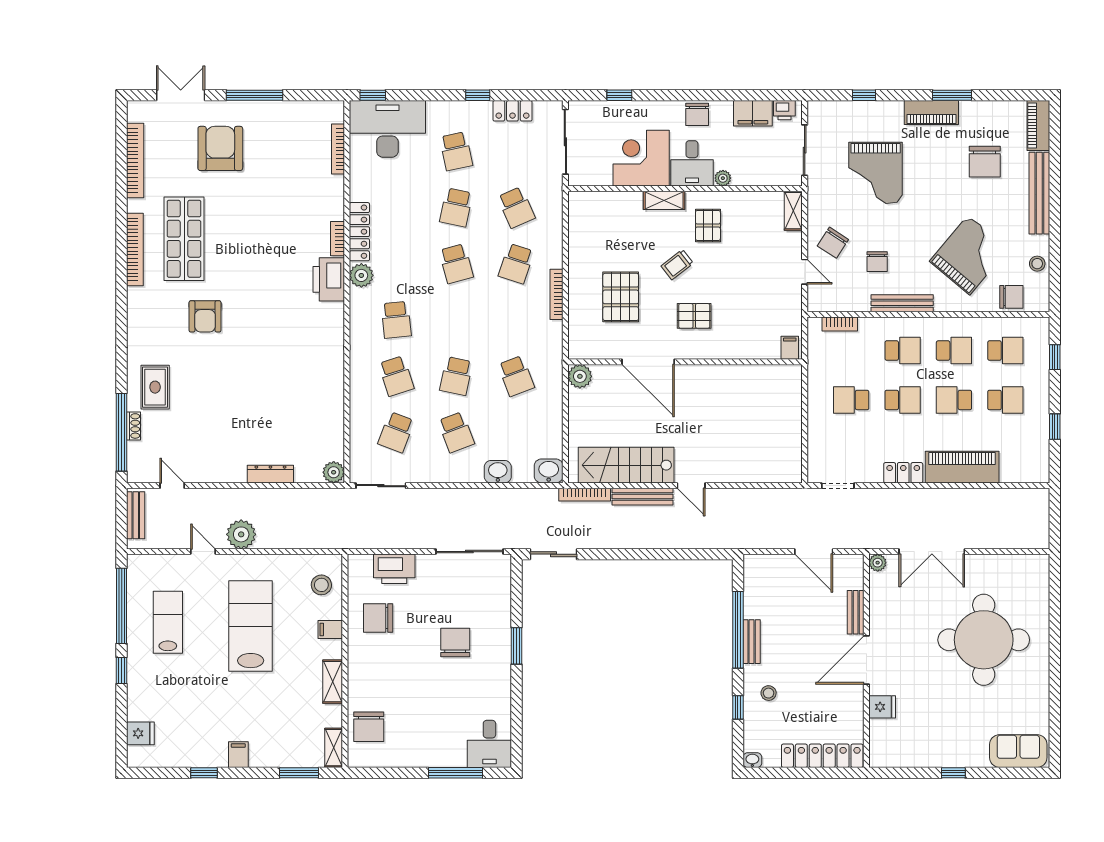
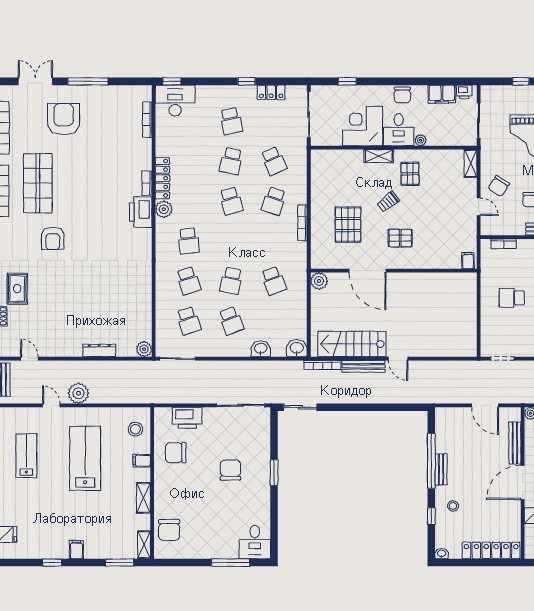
desk: (387, 129) -> (175, 101), width x0.73, depth x0.77
school desk: (396, 432) -> (189, 321), turned -39
bench: (856, 612) -> (515, 443), width x1.36

